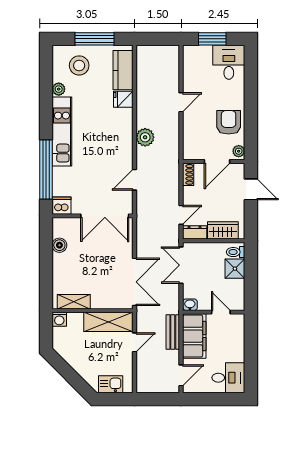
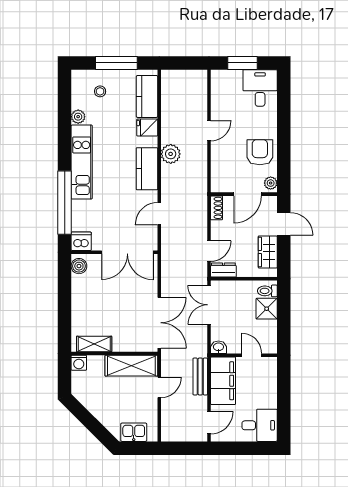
stool: (79, 65) -> (100, 91), width x0.53, depth x0.53
plant: (145, 137) -> (171, 154), moved
kitchen counter: (123, 138) -> (147, 169), added
wardrobe: (223, 230) -> (268, 252), moved, turned -90
boiler: (59, 245) -> (79, 266), moved

